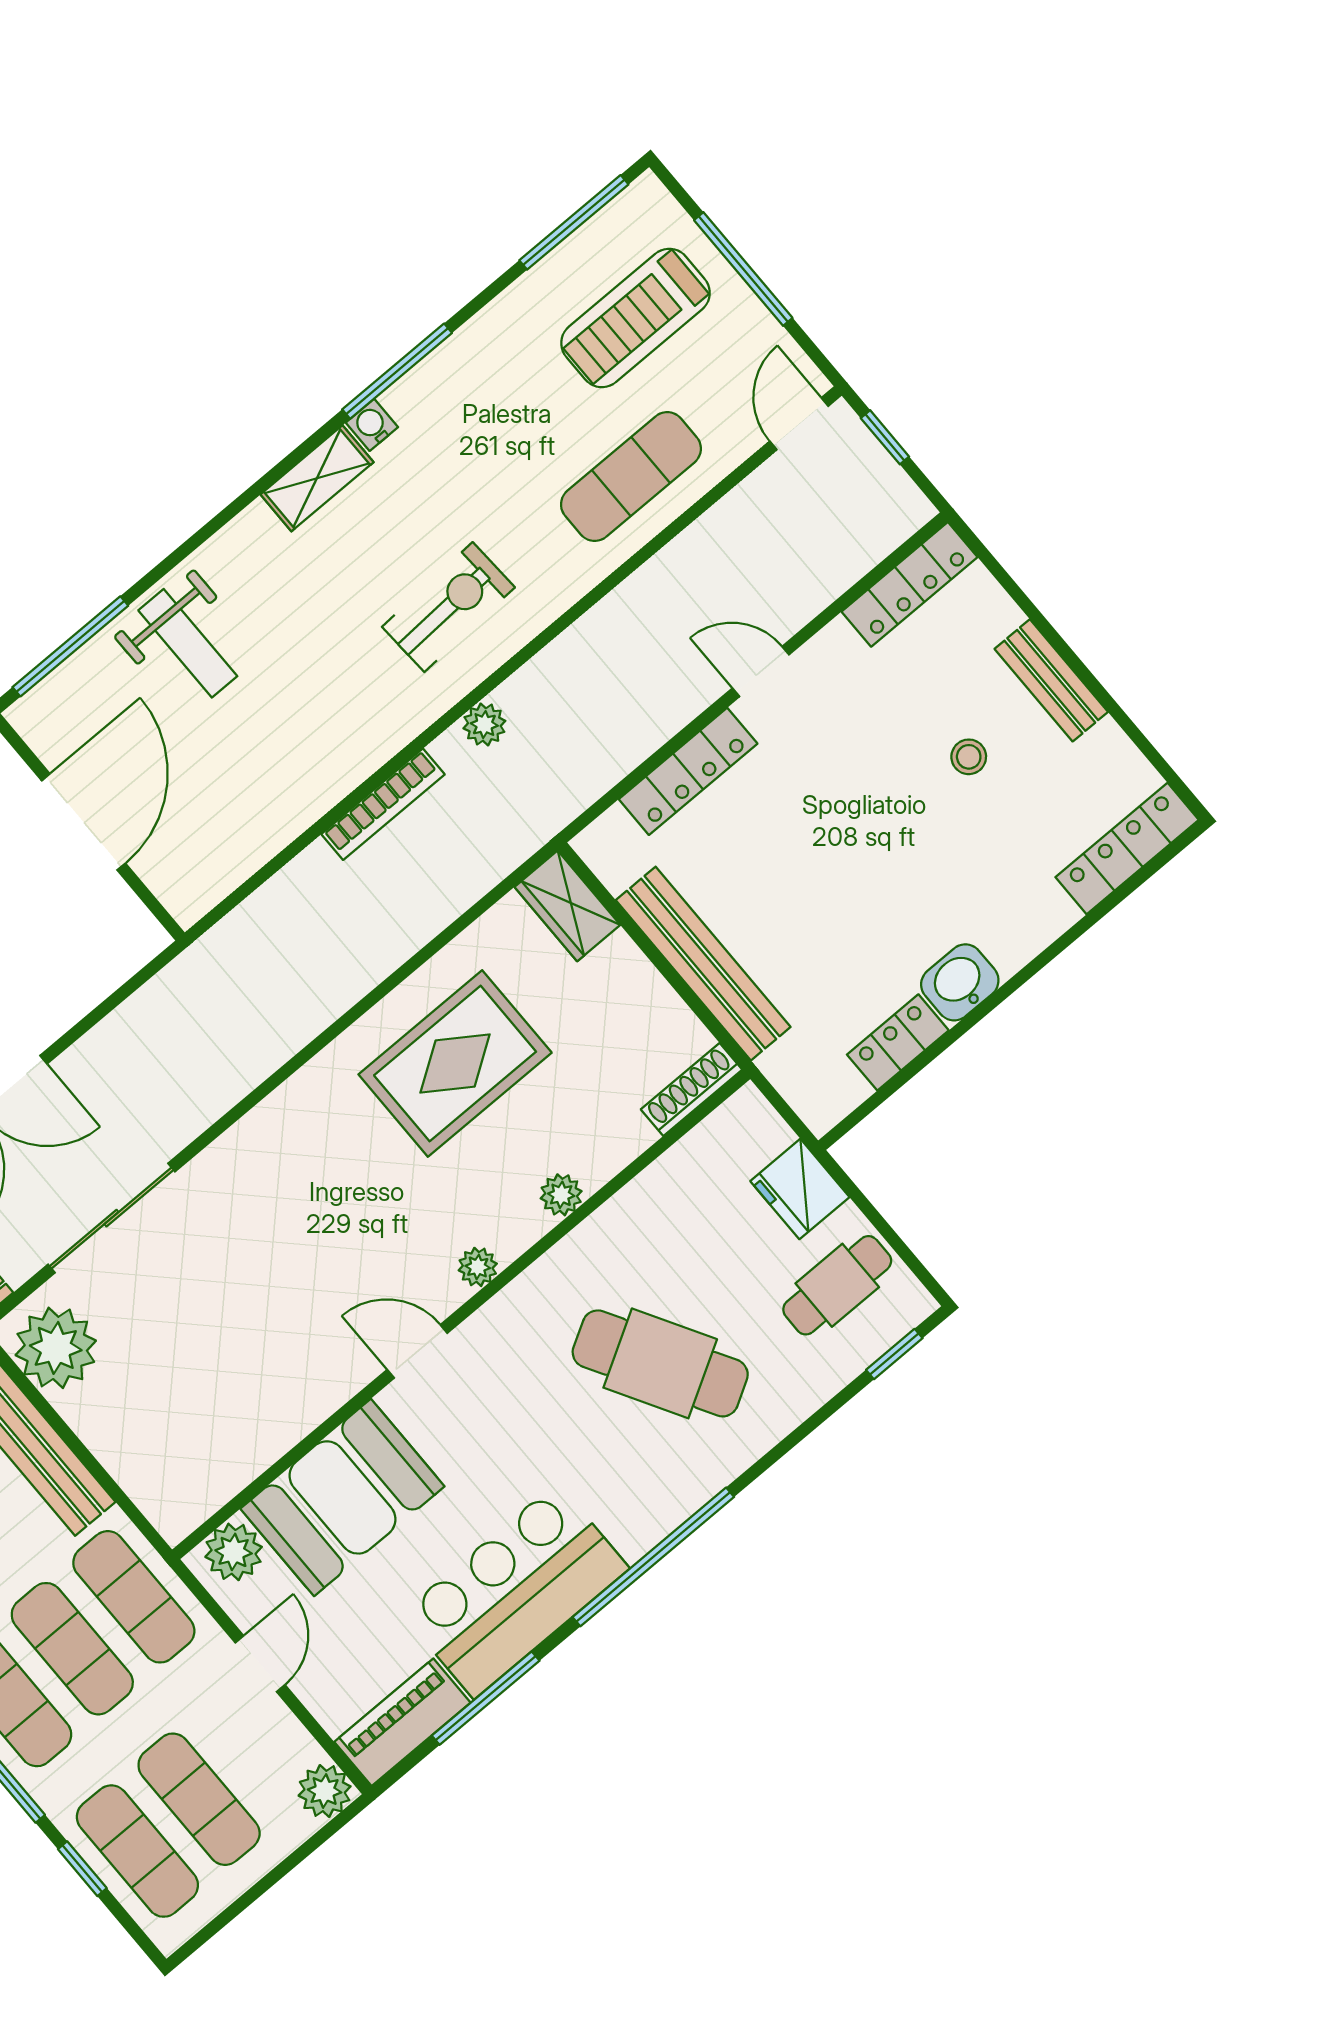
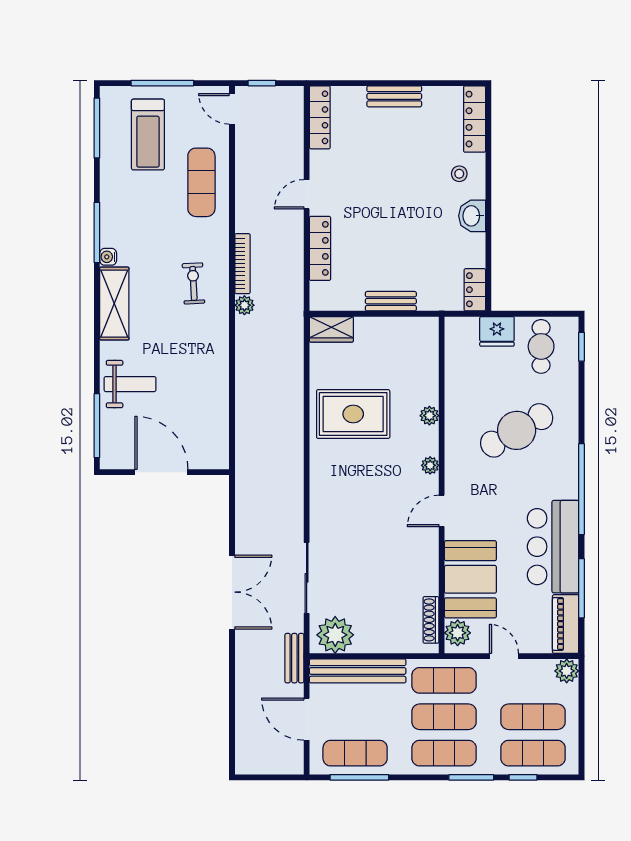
shelving: (317, 478) -> (114, 304), width x1.50, depth x1.33
exercise bike: (448, 607) -> (193, 283), width x0.73, depth x0.72
stool: (969, 757) -> (459, 174), moved
bookcase: (383, 804) -> (243, 264), moved
bench: (703, 964) -> (391, 301), width x0.54, depth x0.82
locker: (898, 1042) -> (475, 290), moved
rug: (455, 1064) -> (353, 414), turned 90
shoe rack: (691, 1089) -> (431, 620), moved

